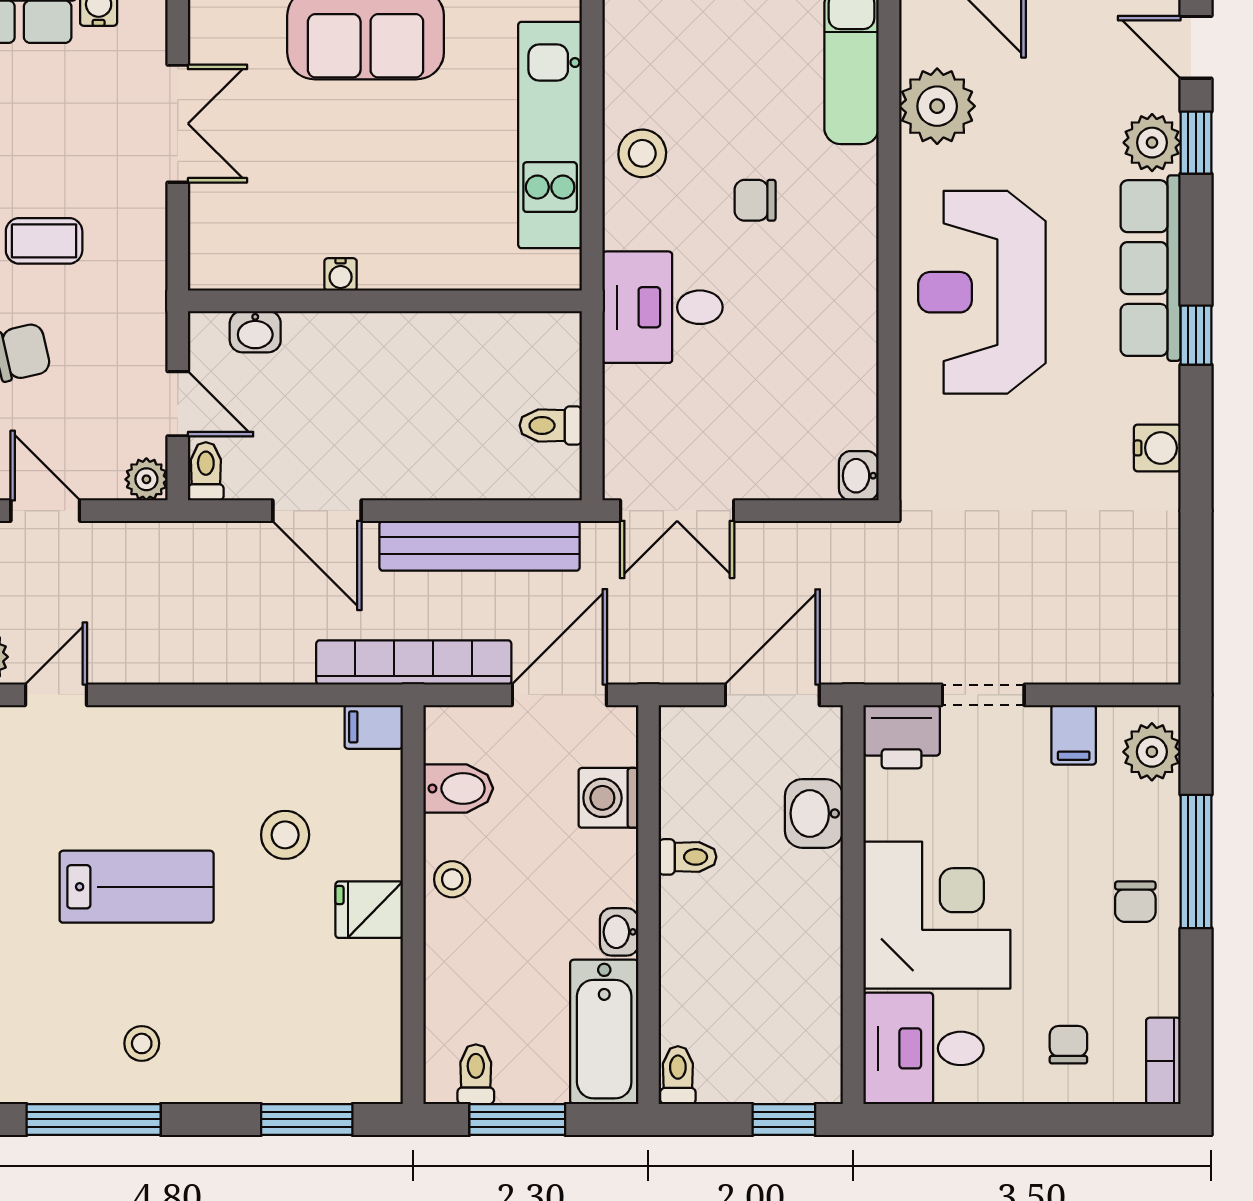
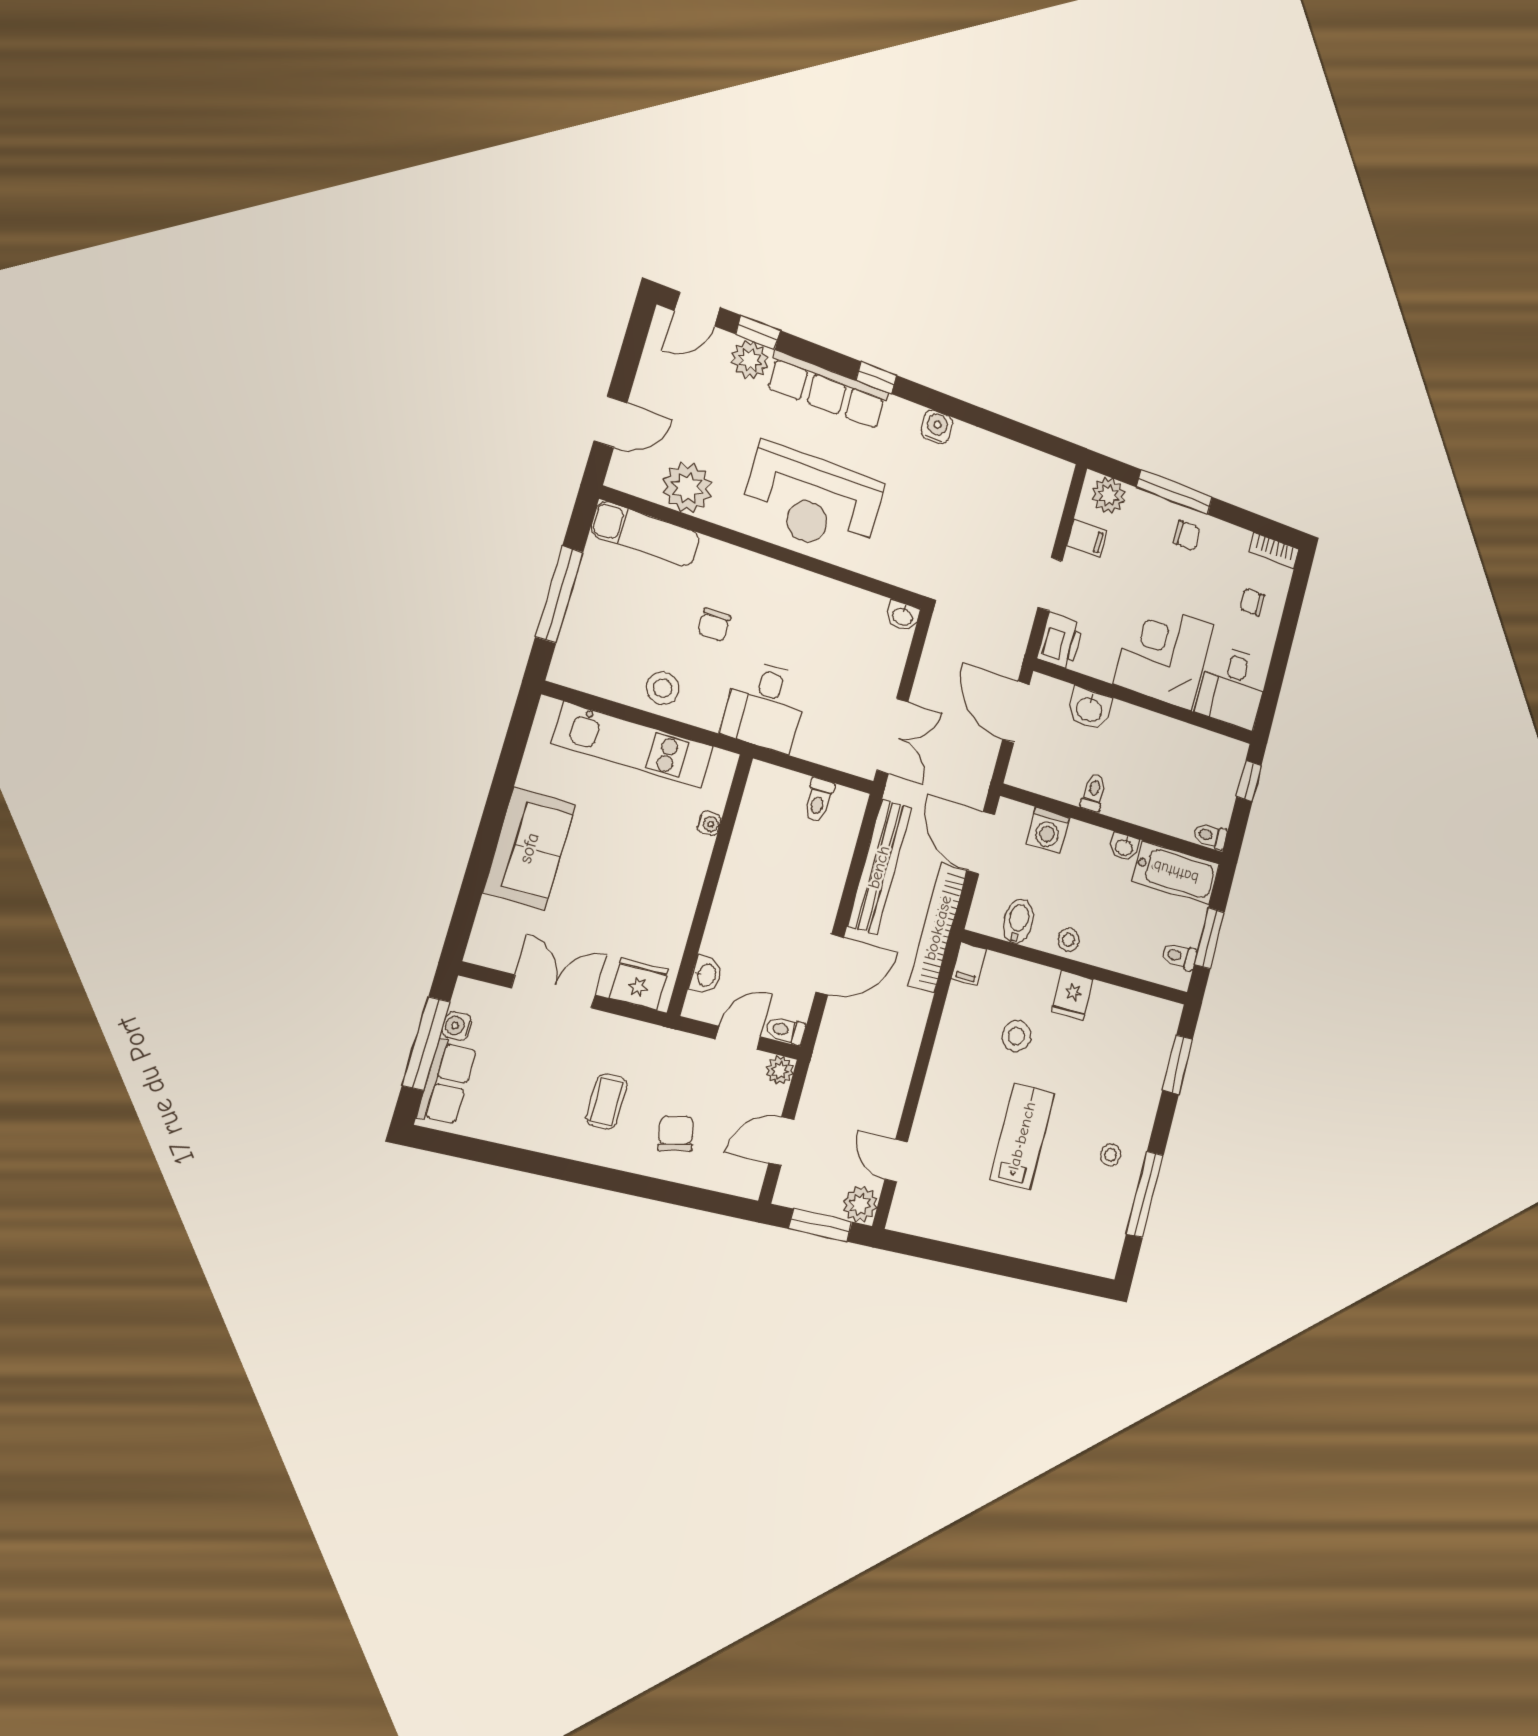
fridge: (219, 240) -> (639, 984), added
water cooler: (341, 274) -> (709, 824), moved

